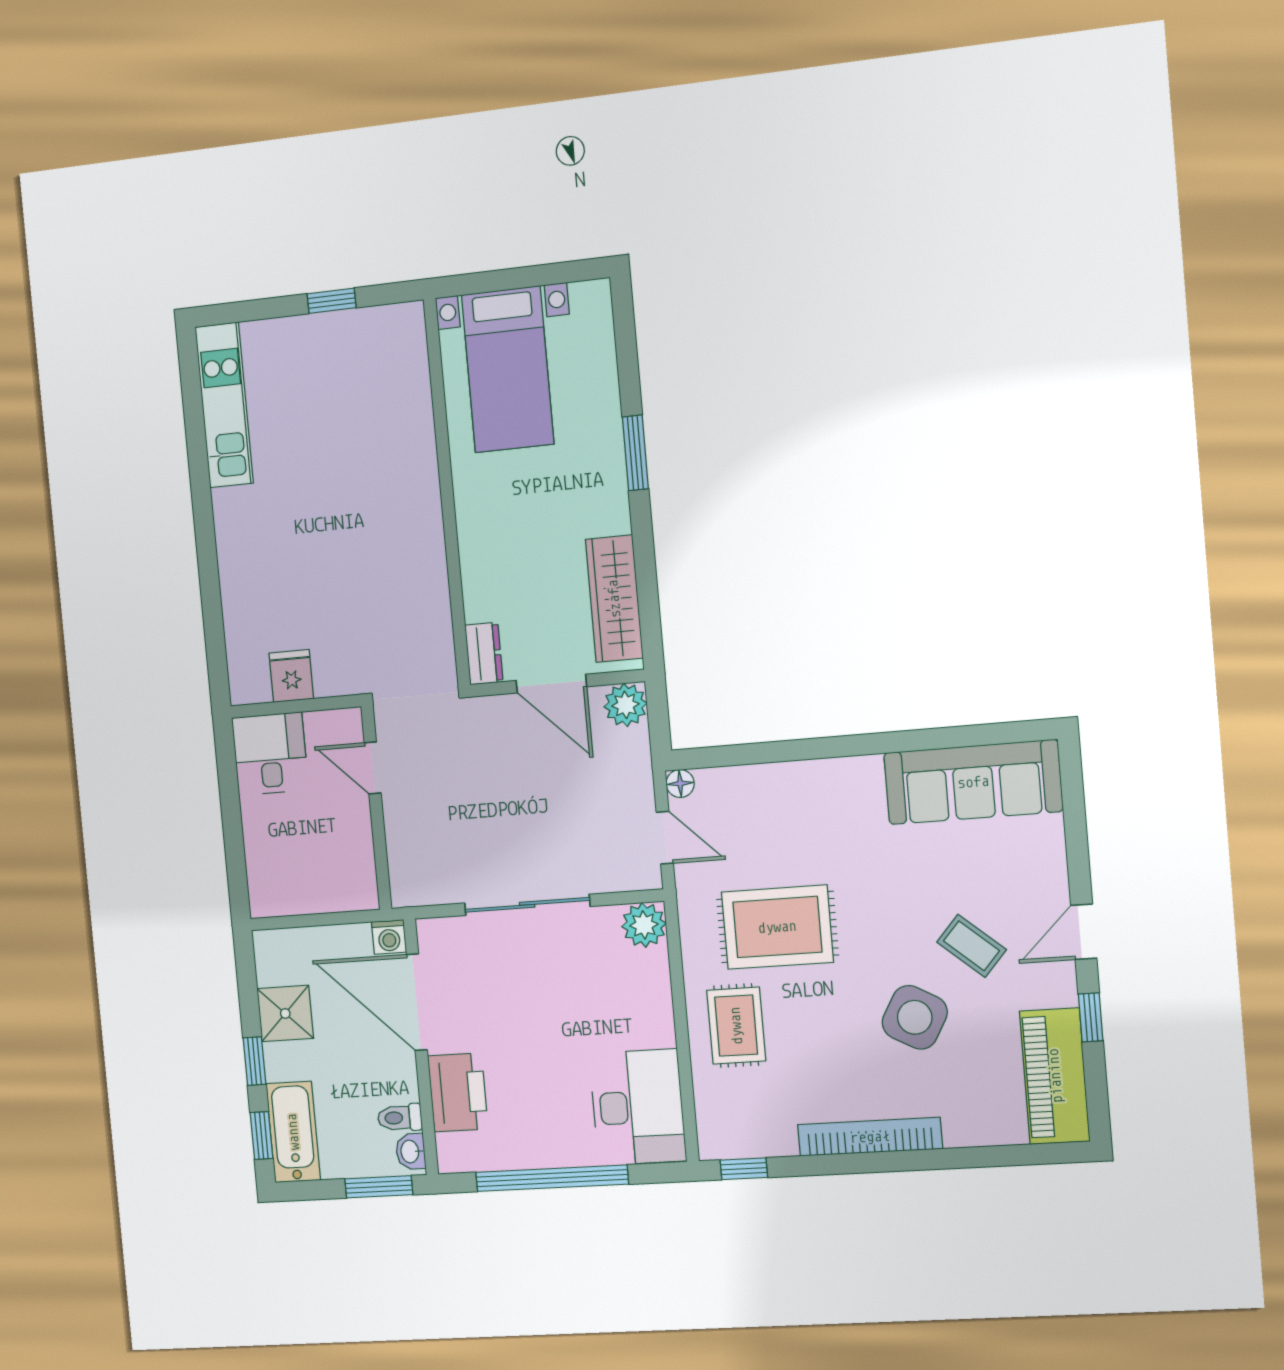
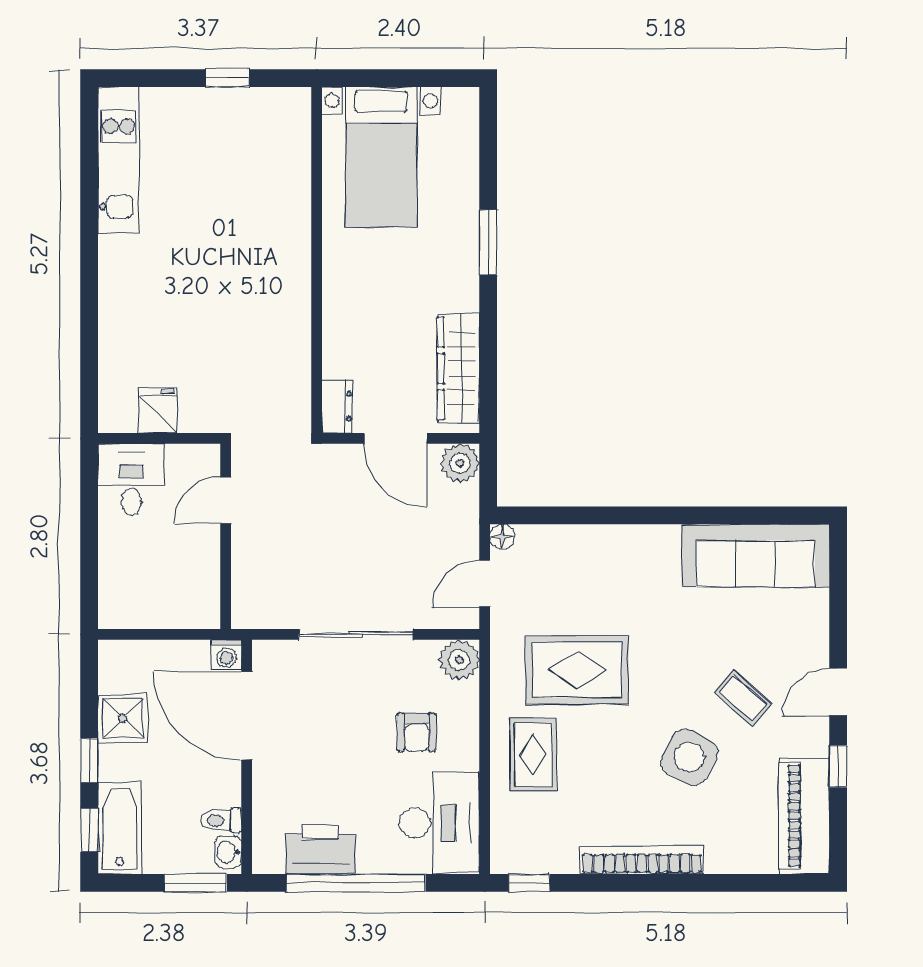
door: (373, 768) -> (226, 500), hinge flipped
door: (665, 838) -> (485, 584), swing flipped
armchair: (604, 1008) -> (417, 732), added
printer: (458, 1092) -> (321, 849), moved, turned -90

